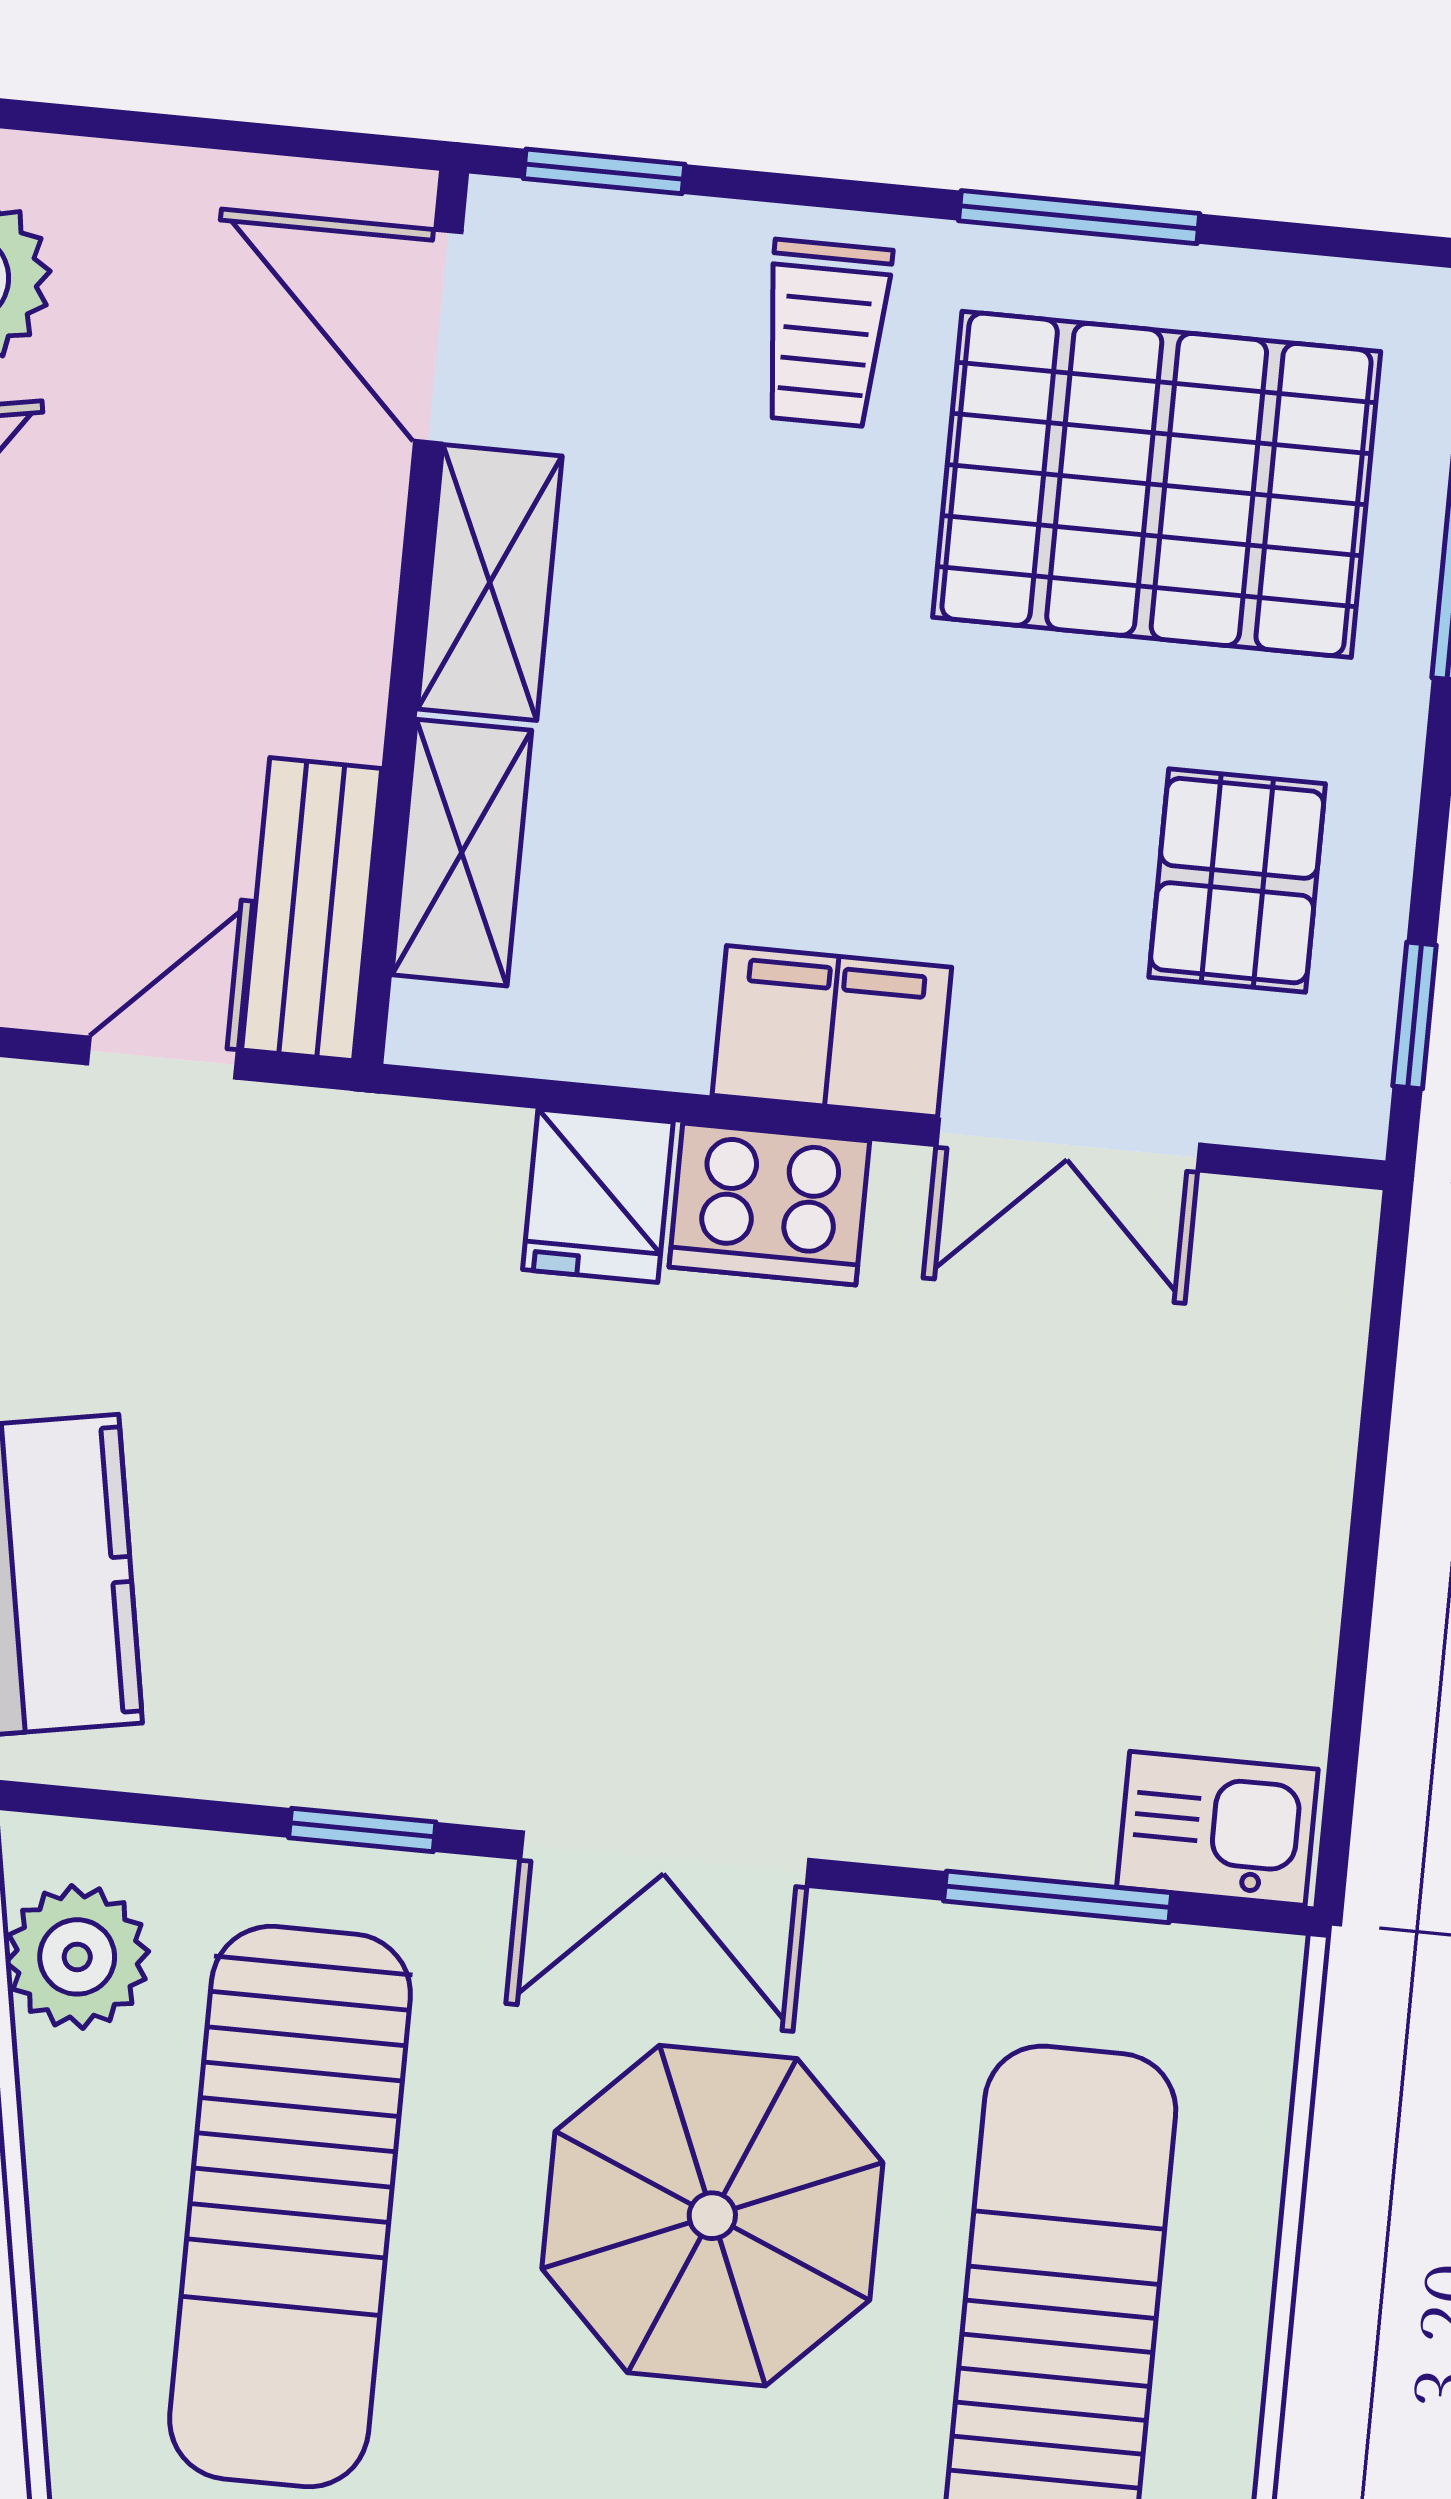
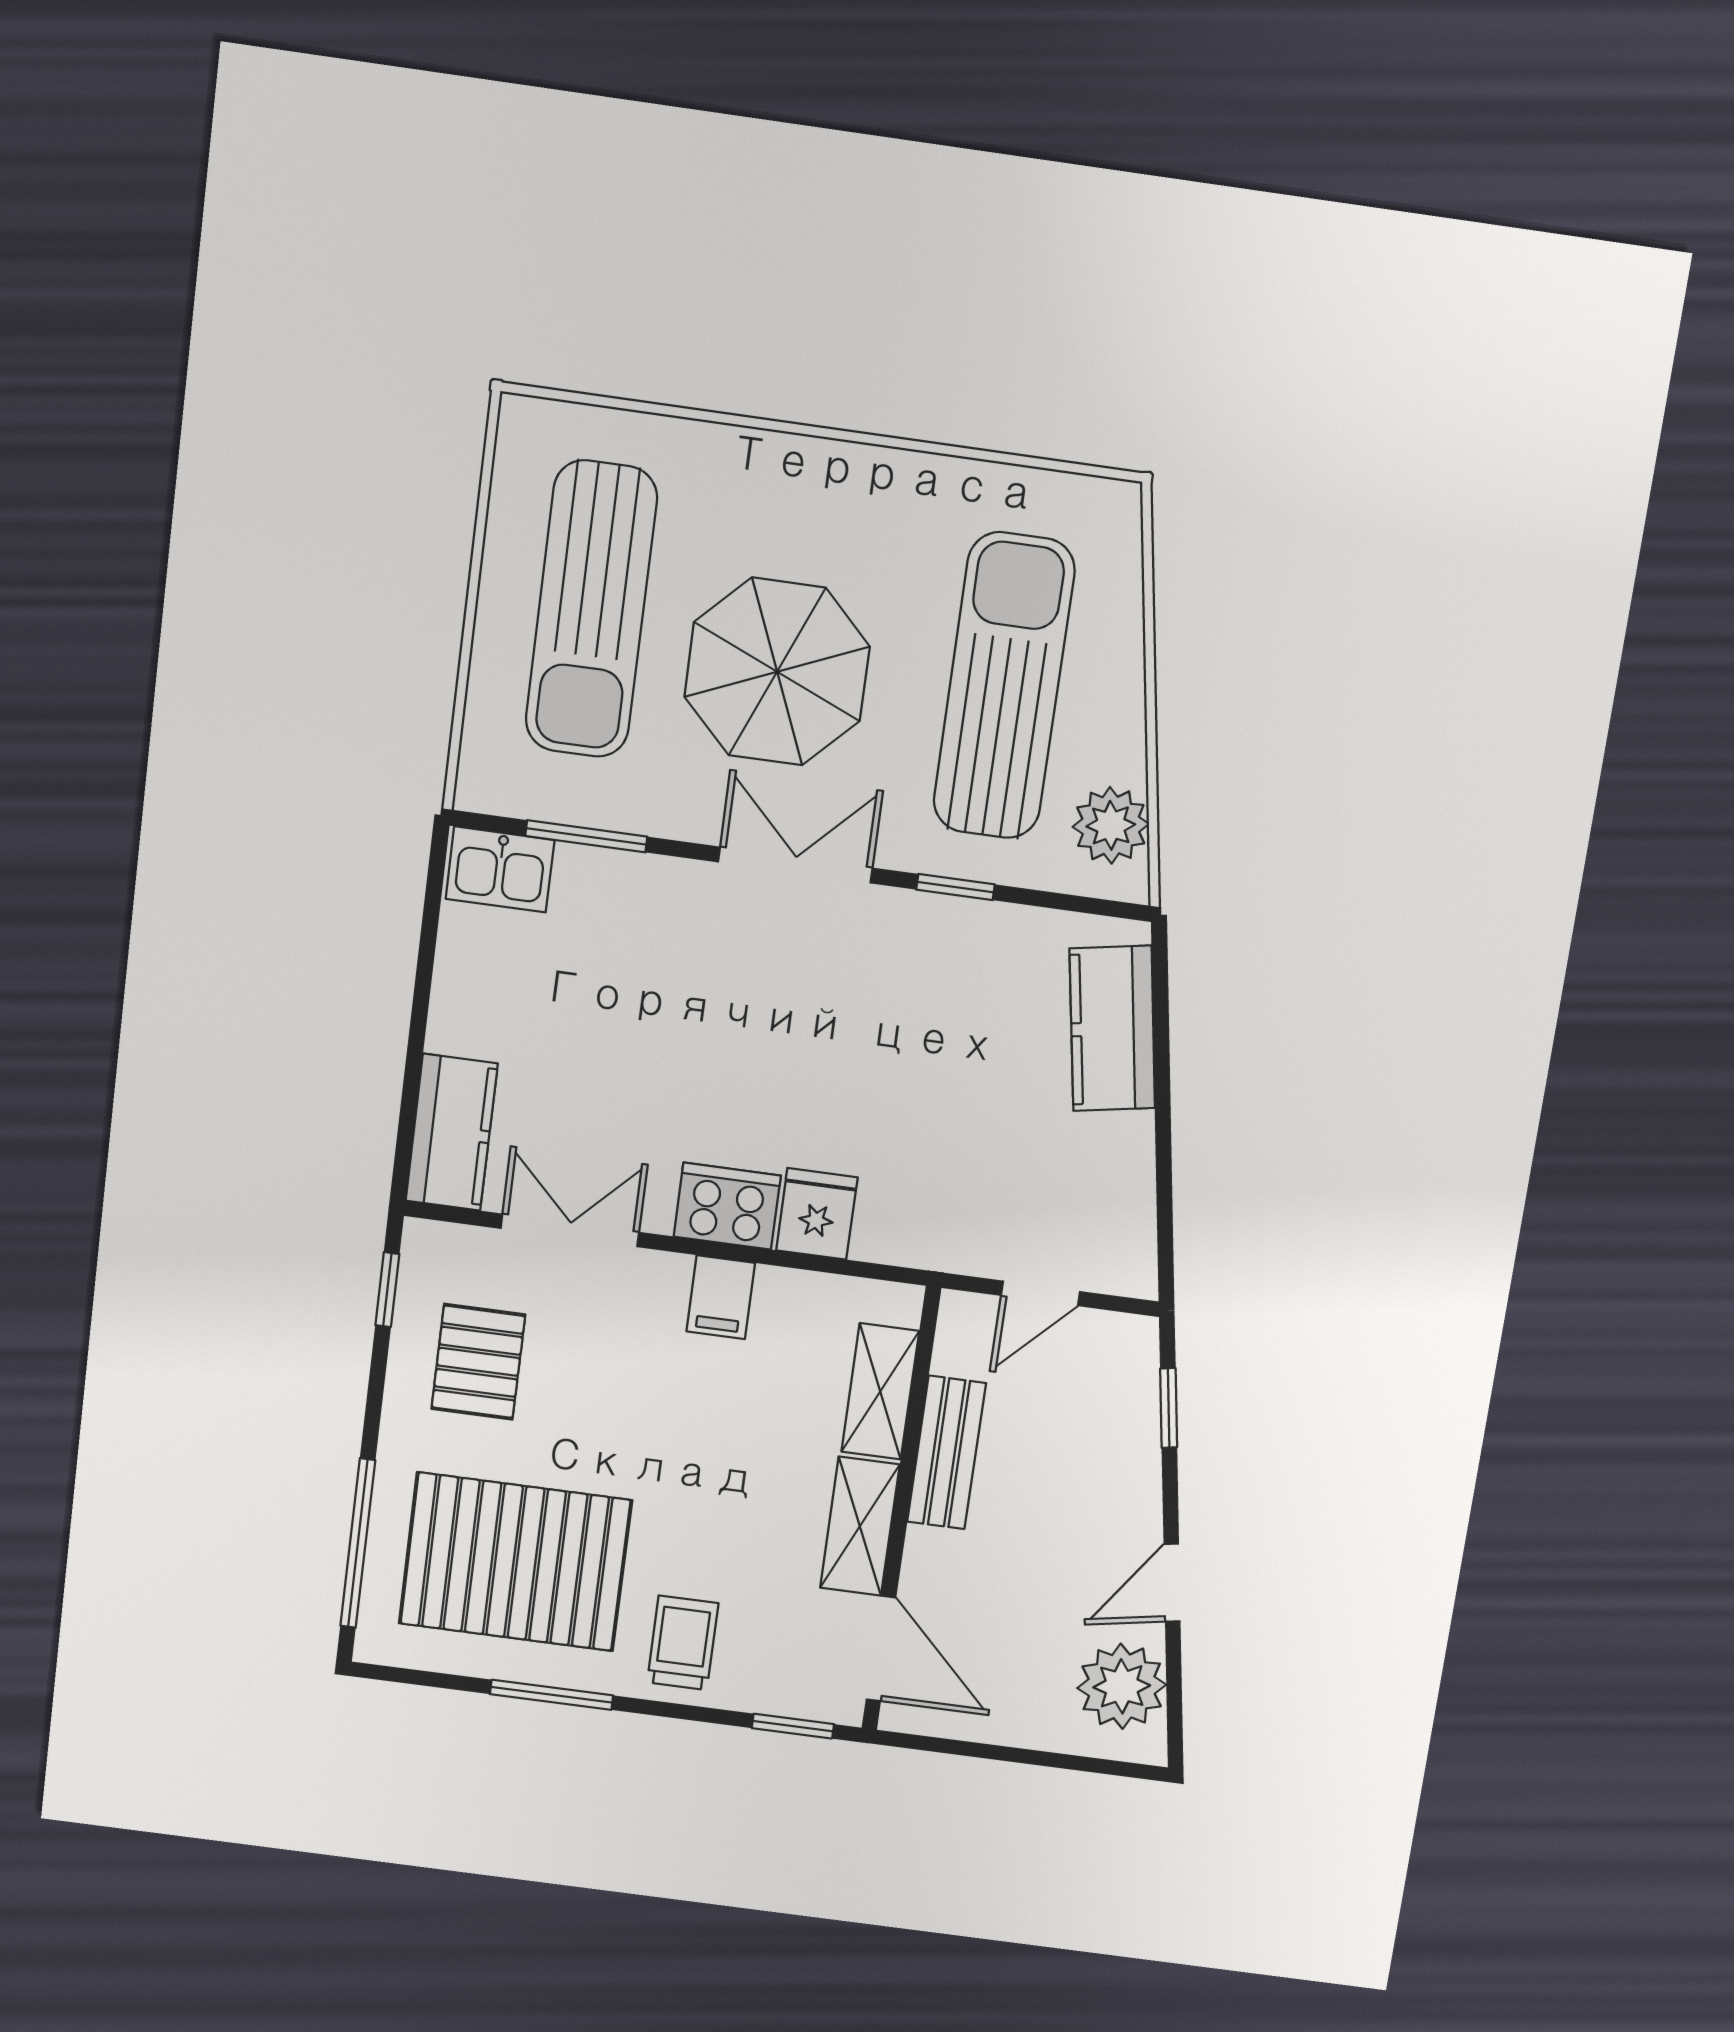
bench: (312, 909) -> (947, 1453), moved
filing cabinet: (832, 1031) -> (721, 1297), width x0.50
kitchen counter: (1298, 1326) -> (452, 1132), added

